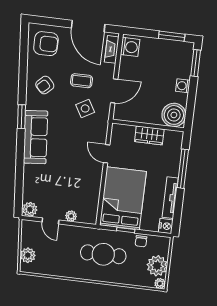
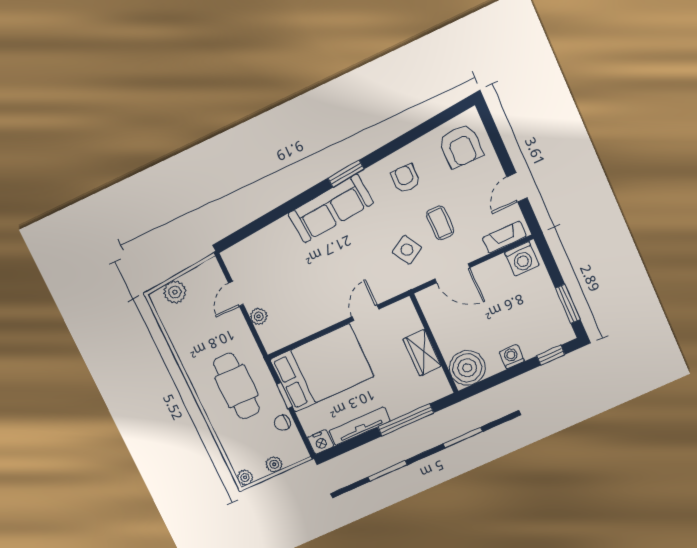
door: (88, 26) -> (517, 187), width x0.53
window: (196, 63) -> (551, 355), width x0.67
armchair: (45, 85) -> (405, 178), turned 44
plant: (30, 209) -> (234, 259), removed
plant: (157, 266) -> (274, 464), width x0.53, depth x0.53

